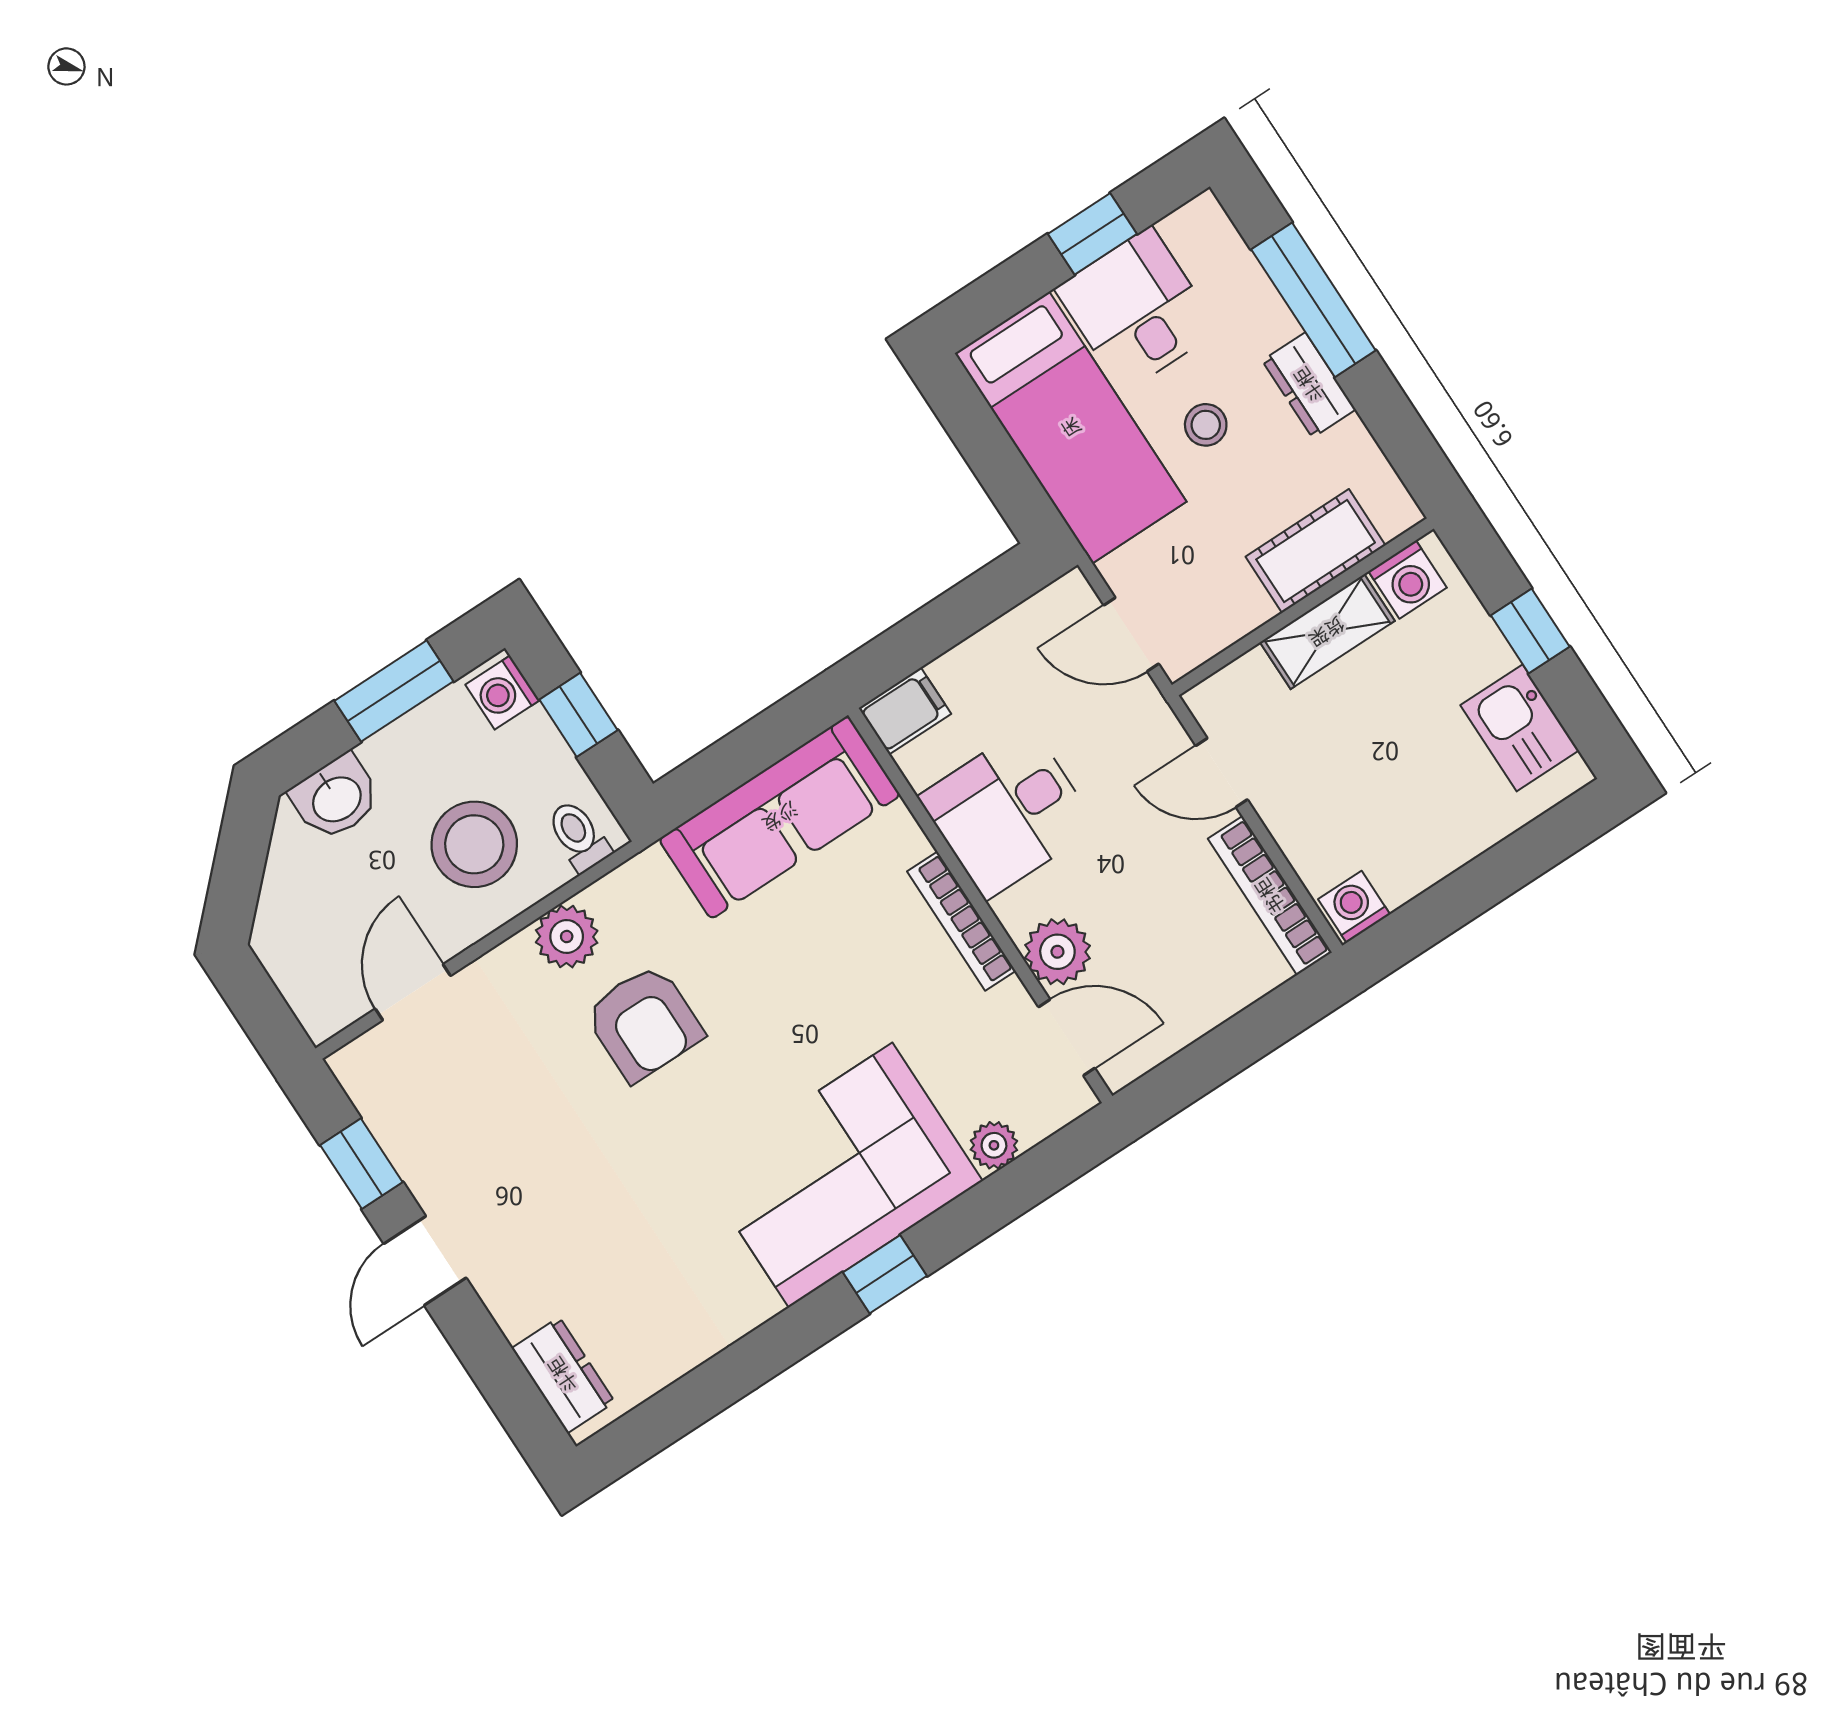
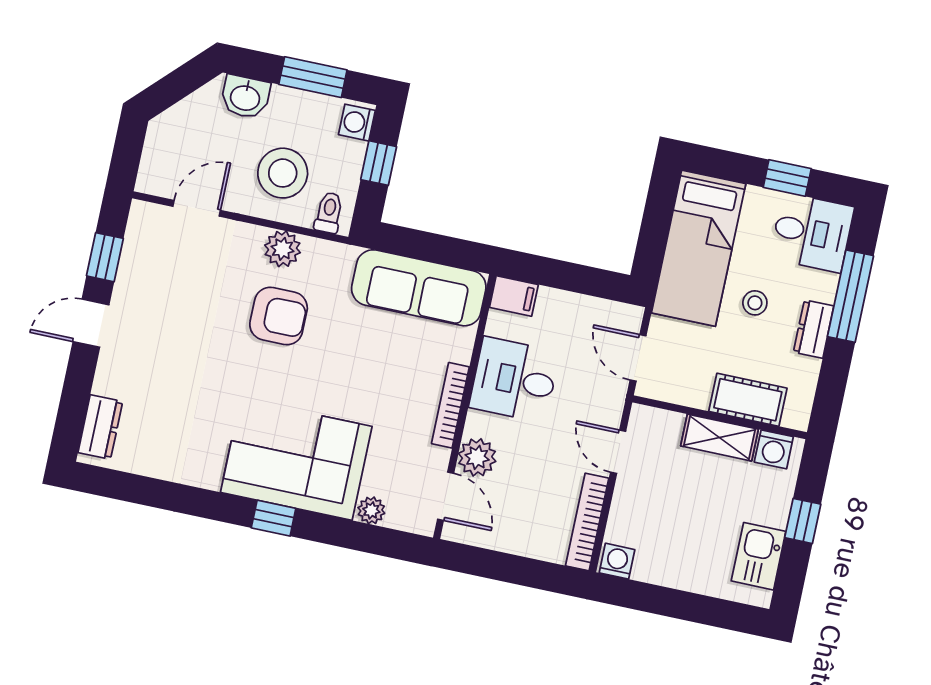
desk: (1137, 310) -> (812, 233), moved, turned 90
armchair: (644, 1023) -> (279, 316), turned -90

